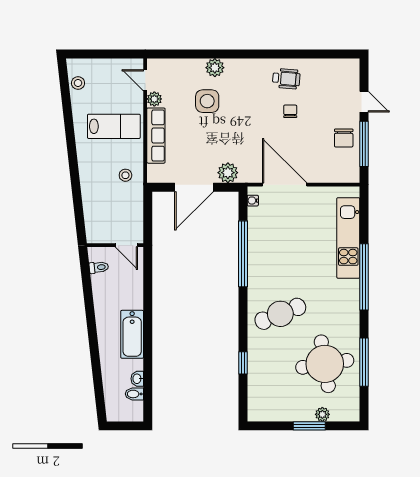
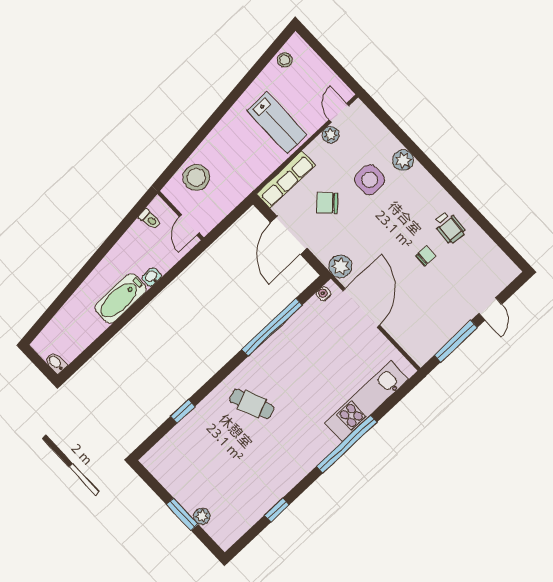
row of seats: (156, 136) -> (286, 179), moved
chair: (344, 138) -> (327, 203), moved, turned 46
plant: (228, 173) -> (340, 266), moved
stool: (125, 175) -> (196, 177), moved, width x1.89, depth x1.89
door: (194, 187) -> (289, 235), hinge flipped
cafe table: (280, 314) -> (252, 404), width x0.73, depth x0.74
window: (364, 362) -> (277, 510), width x0.46
round table: (325, 364) -> (245, 479), removed
washbasin: (137, 379) -> (152, 277), moved
bidet: (134, 394) -> (56, 363), moved

